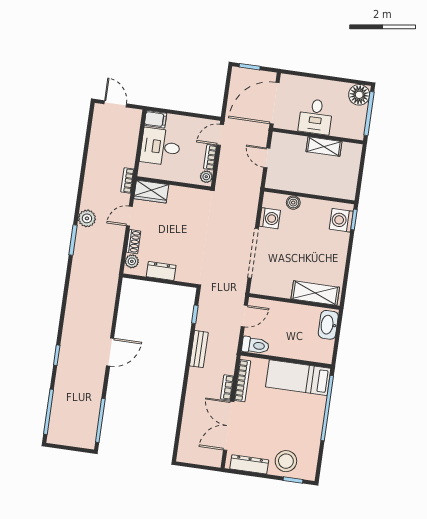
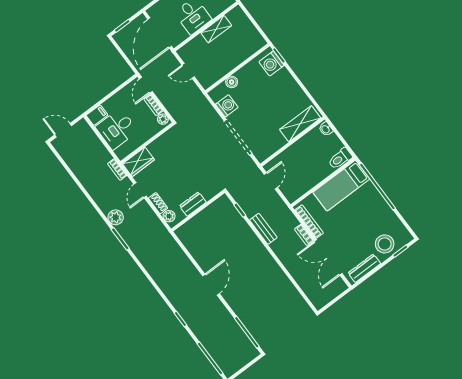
washbasin: (328, 325) -> (326, 129), width x0.52, depth x0.69
toilet: (255, 345) -> (340, 159), moved, turned 180

